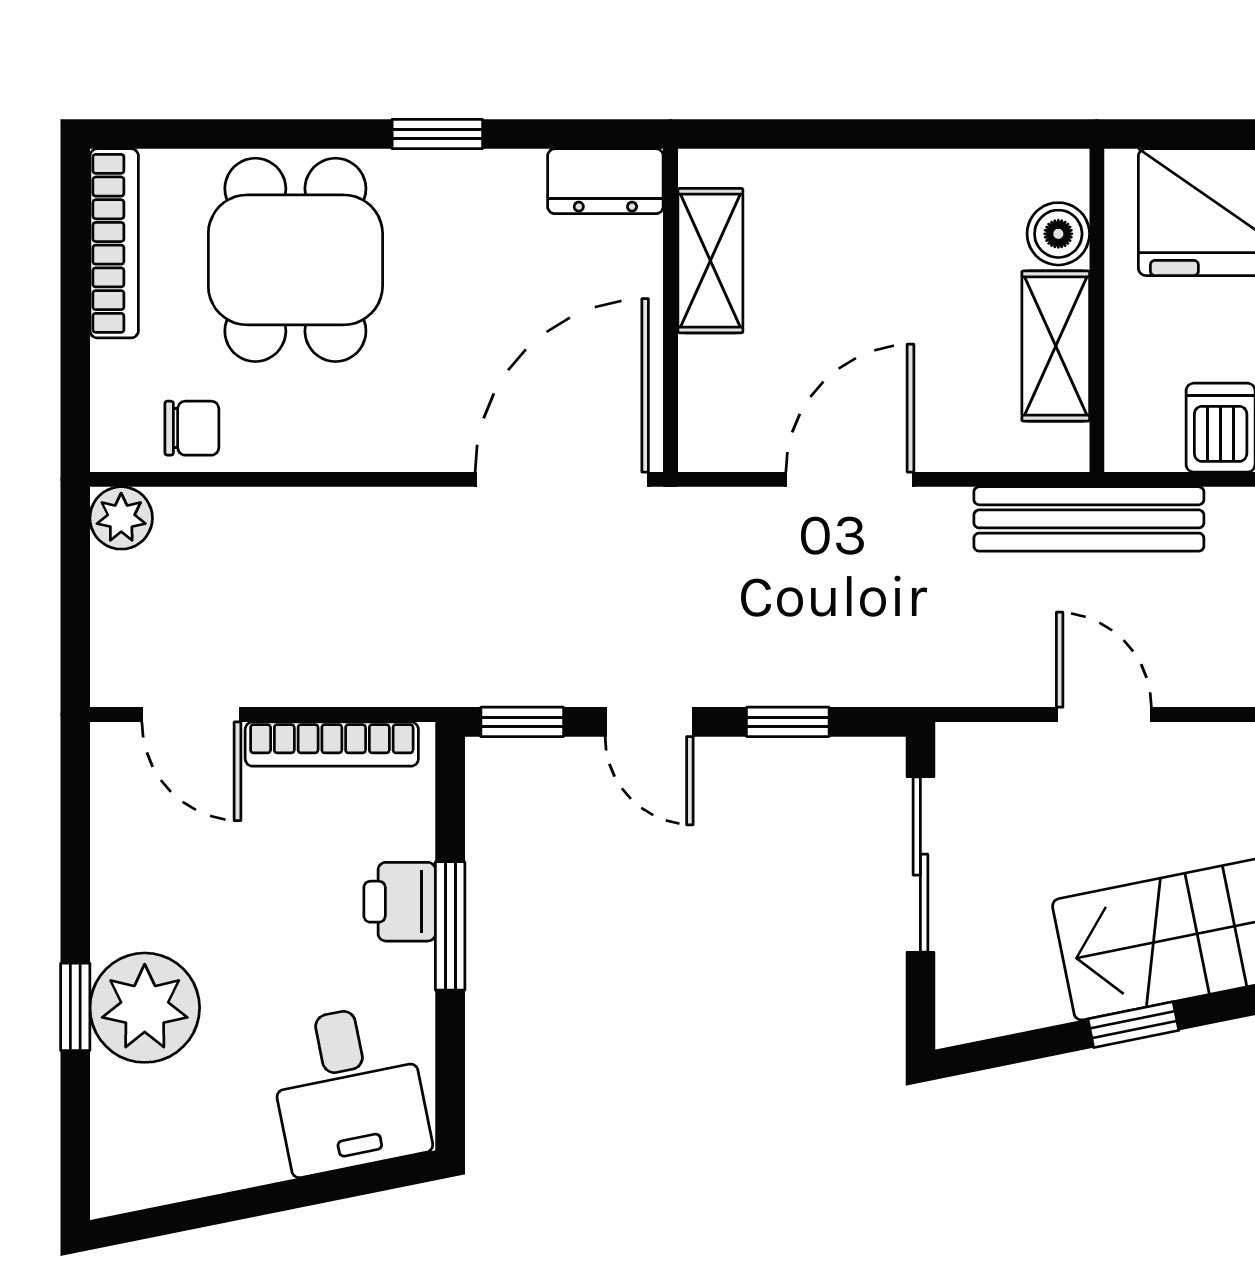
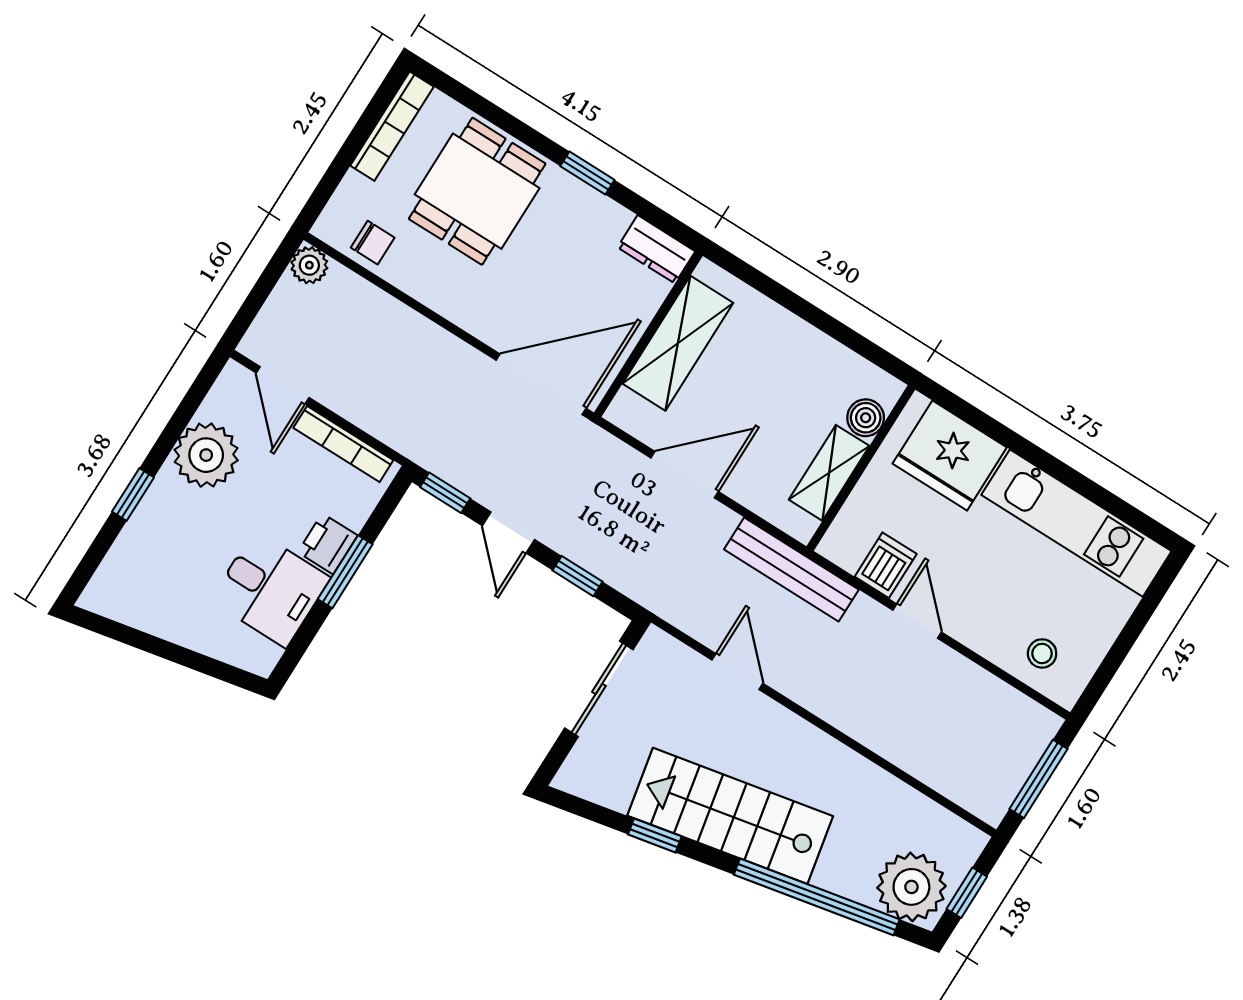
shelving: (710, 261) -> (678, 343), width x1.50, depth x1.33
plant: (145, 1008) -> (206, 455), moved
desk: (348, 1089) -> (270, 589), moved, turned -79

